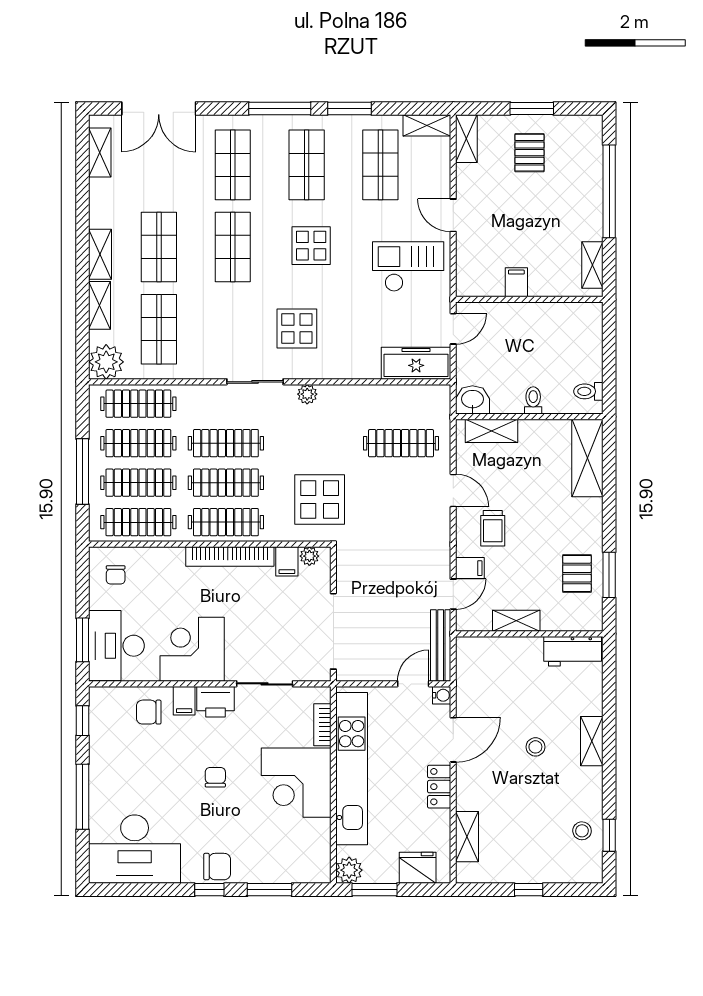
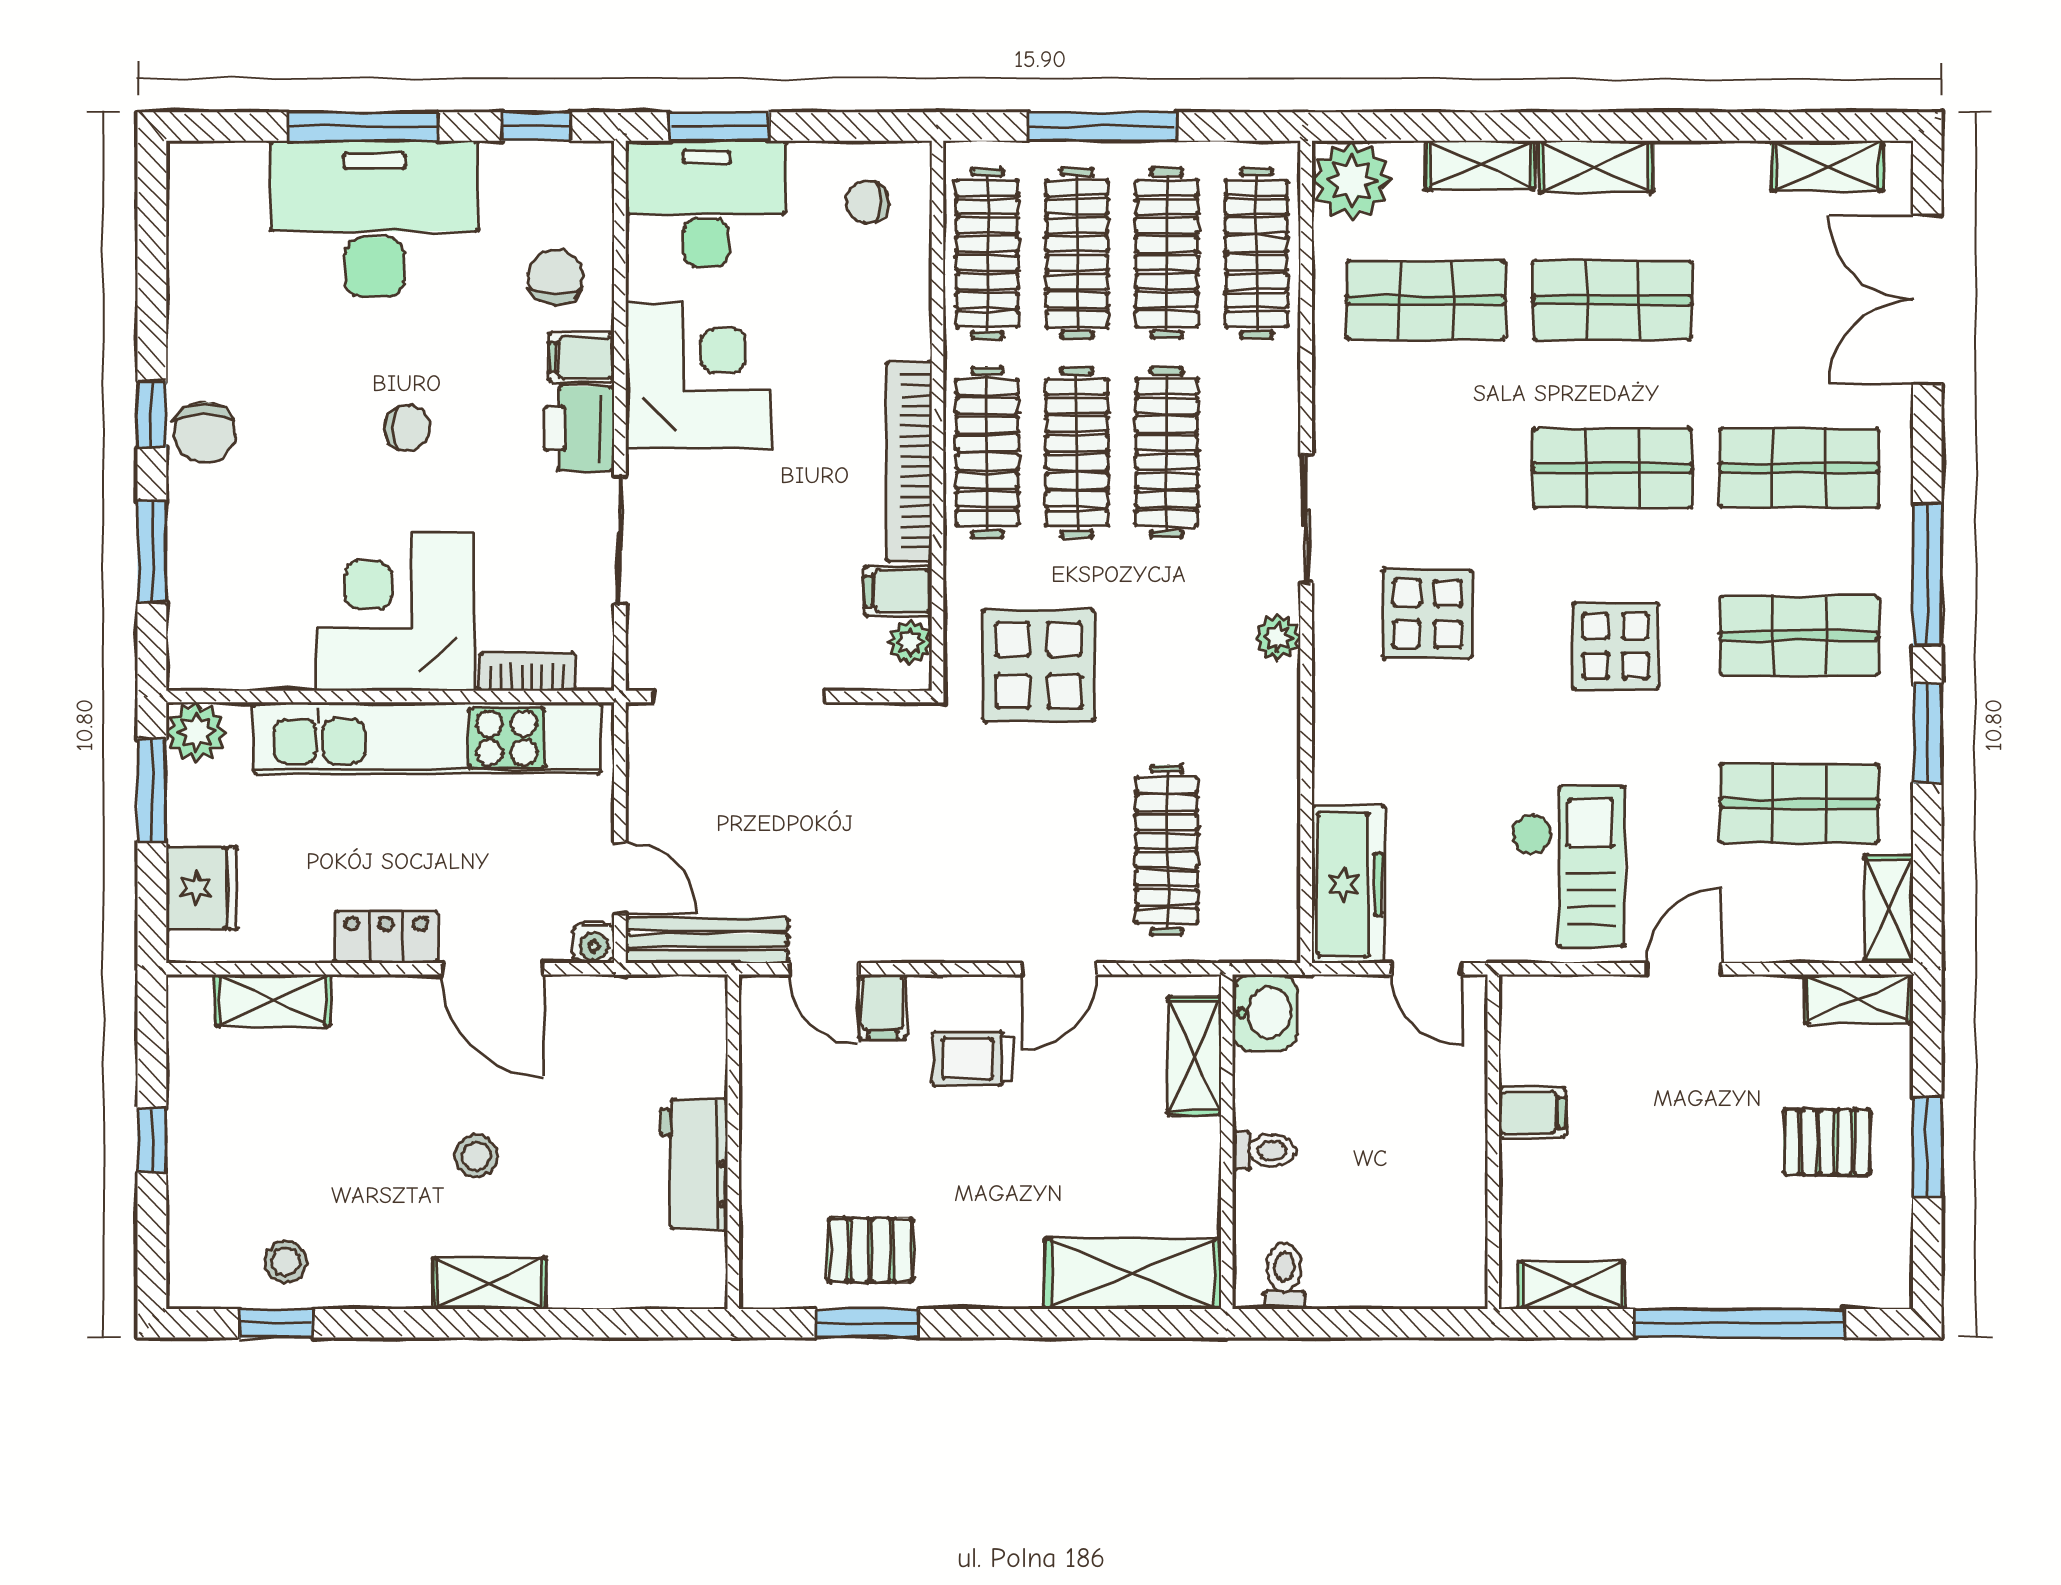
shelving: (516, 621) -> (763, 1112), removed
workbench: (573, 651) -> (694, 1164), moved
desk: (135, 849) -> (374, 219), moved, turned 90

